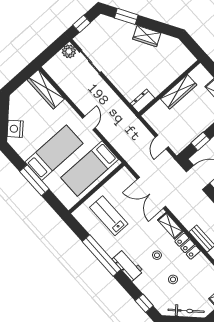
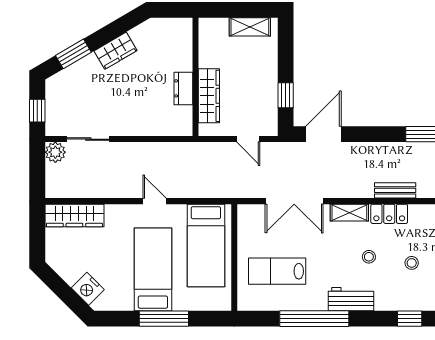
wardrobe: (178, 92) -> (209, 96), moved
dresser: (143, 101) -> (183, 88), moved

